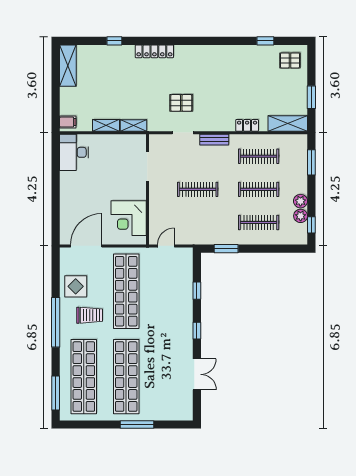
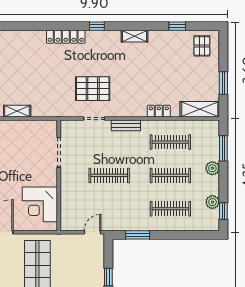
window: (114, 41) -> (97, 26), moved
pallet: (290, 60) -> (202, 46), turned 90
pallet: (181, 103) -> (93, 89), width x1.50, depth x1.42
shelving: (133, 126) -> (134, 36), moved
plant: (300, 201) -> (212, 168), moved
door: (166, 246) -> (93, 232), moved

